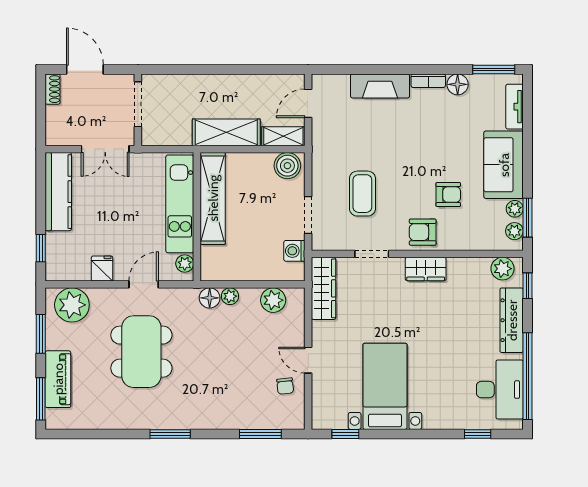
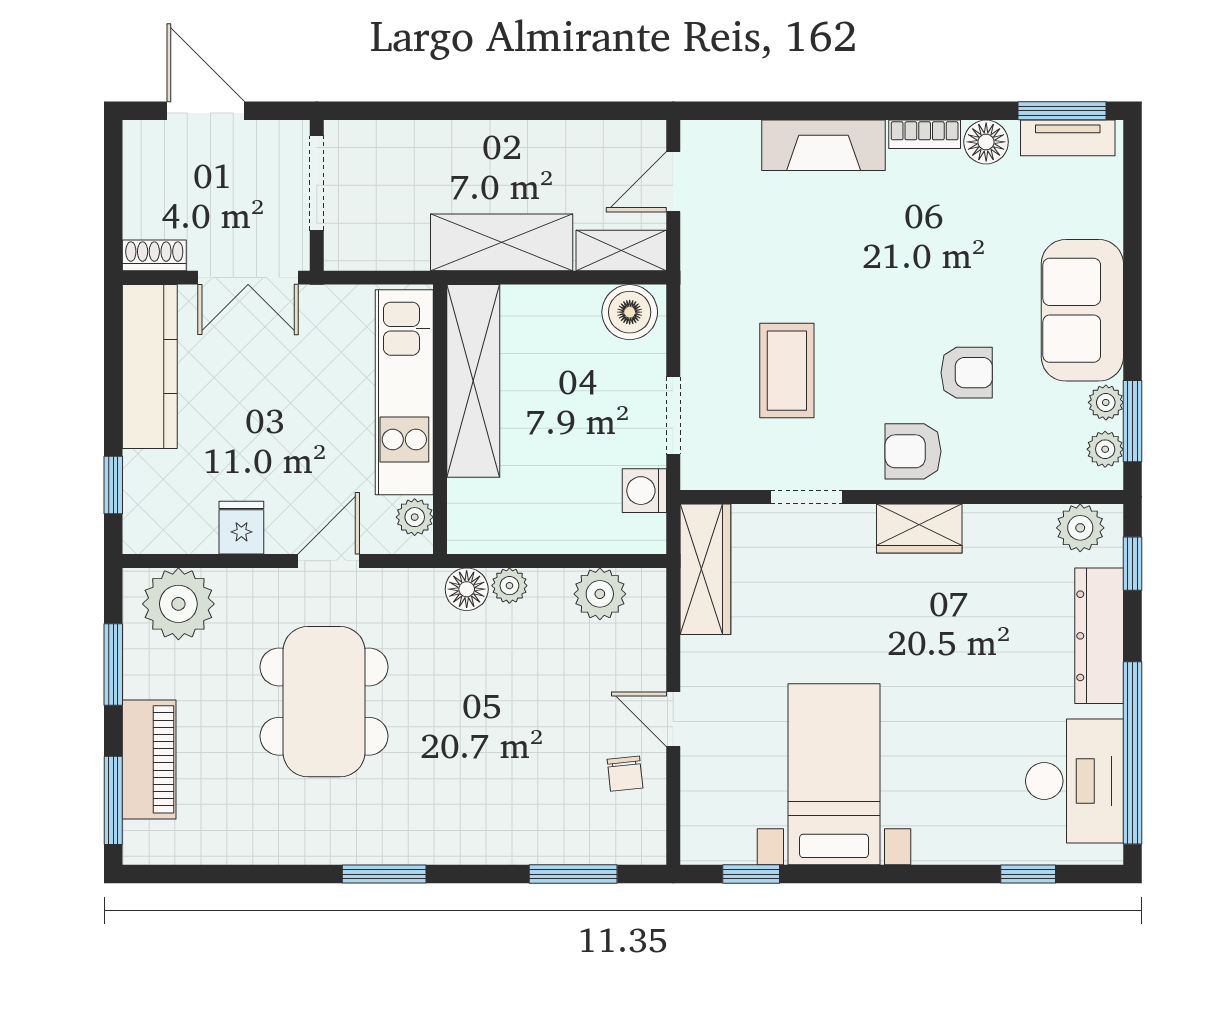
shoe rack: (53, 89) -> (154, 255), moved, turned -90
tv unit: (515, 107) -> (1068, 138), moved, turned -90

